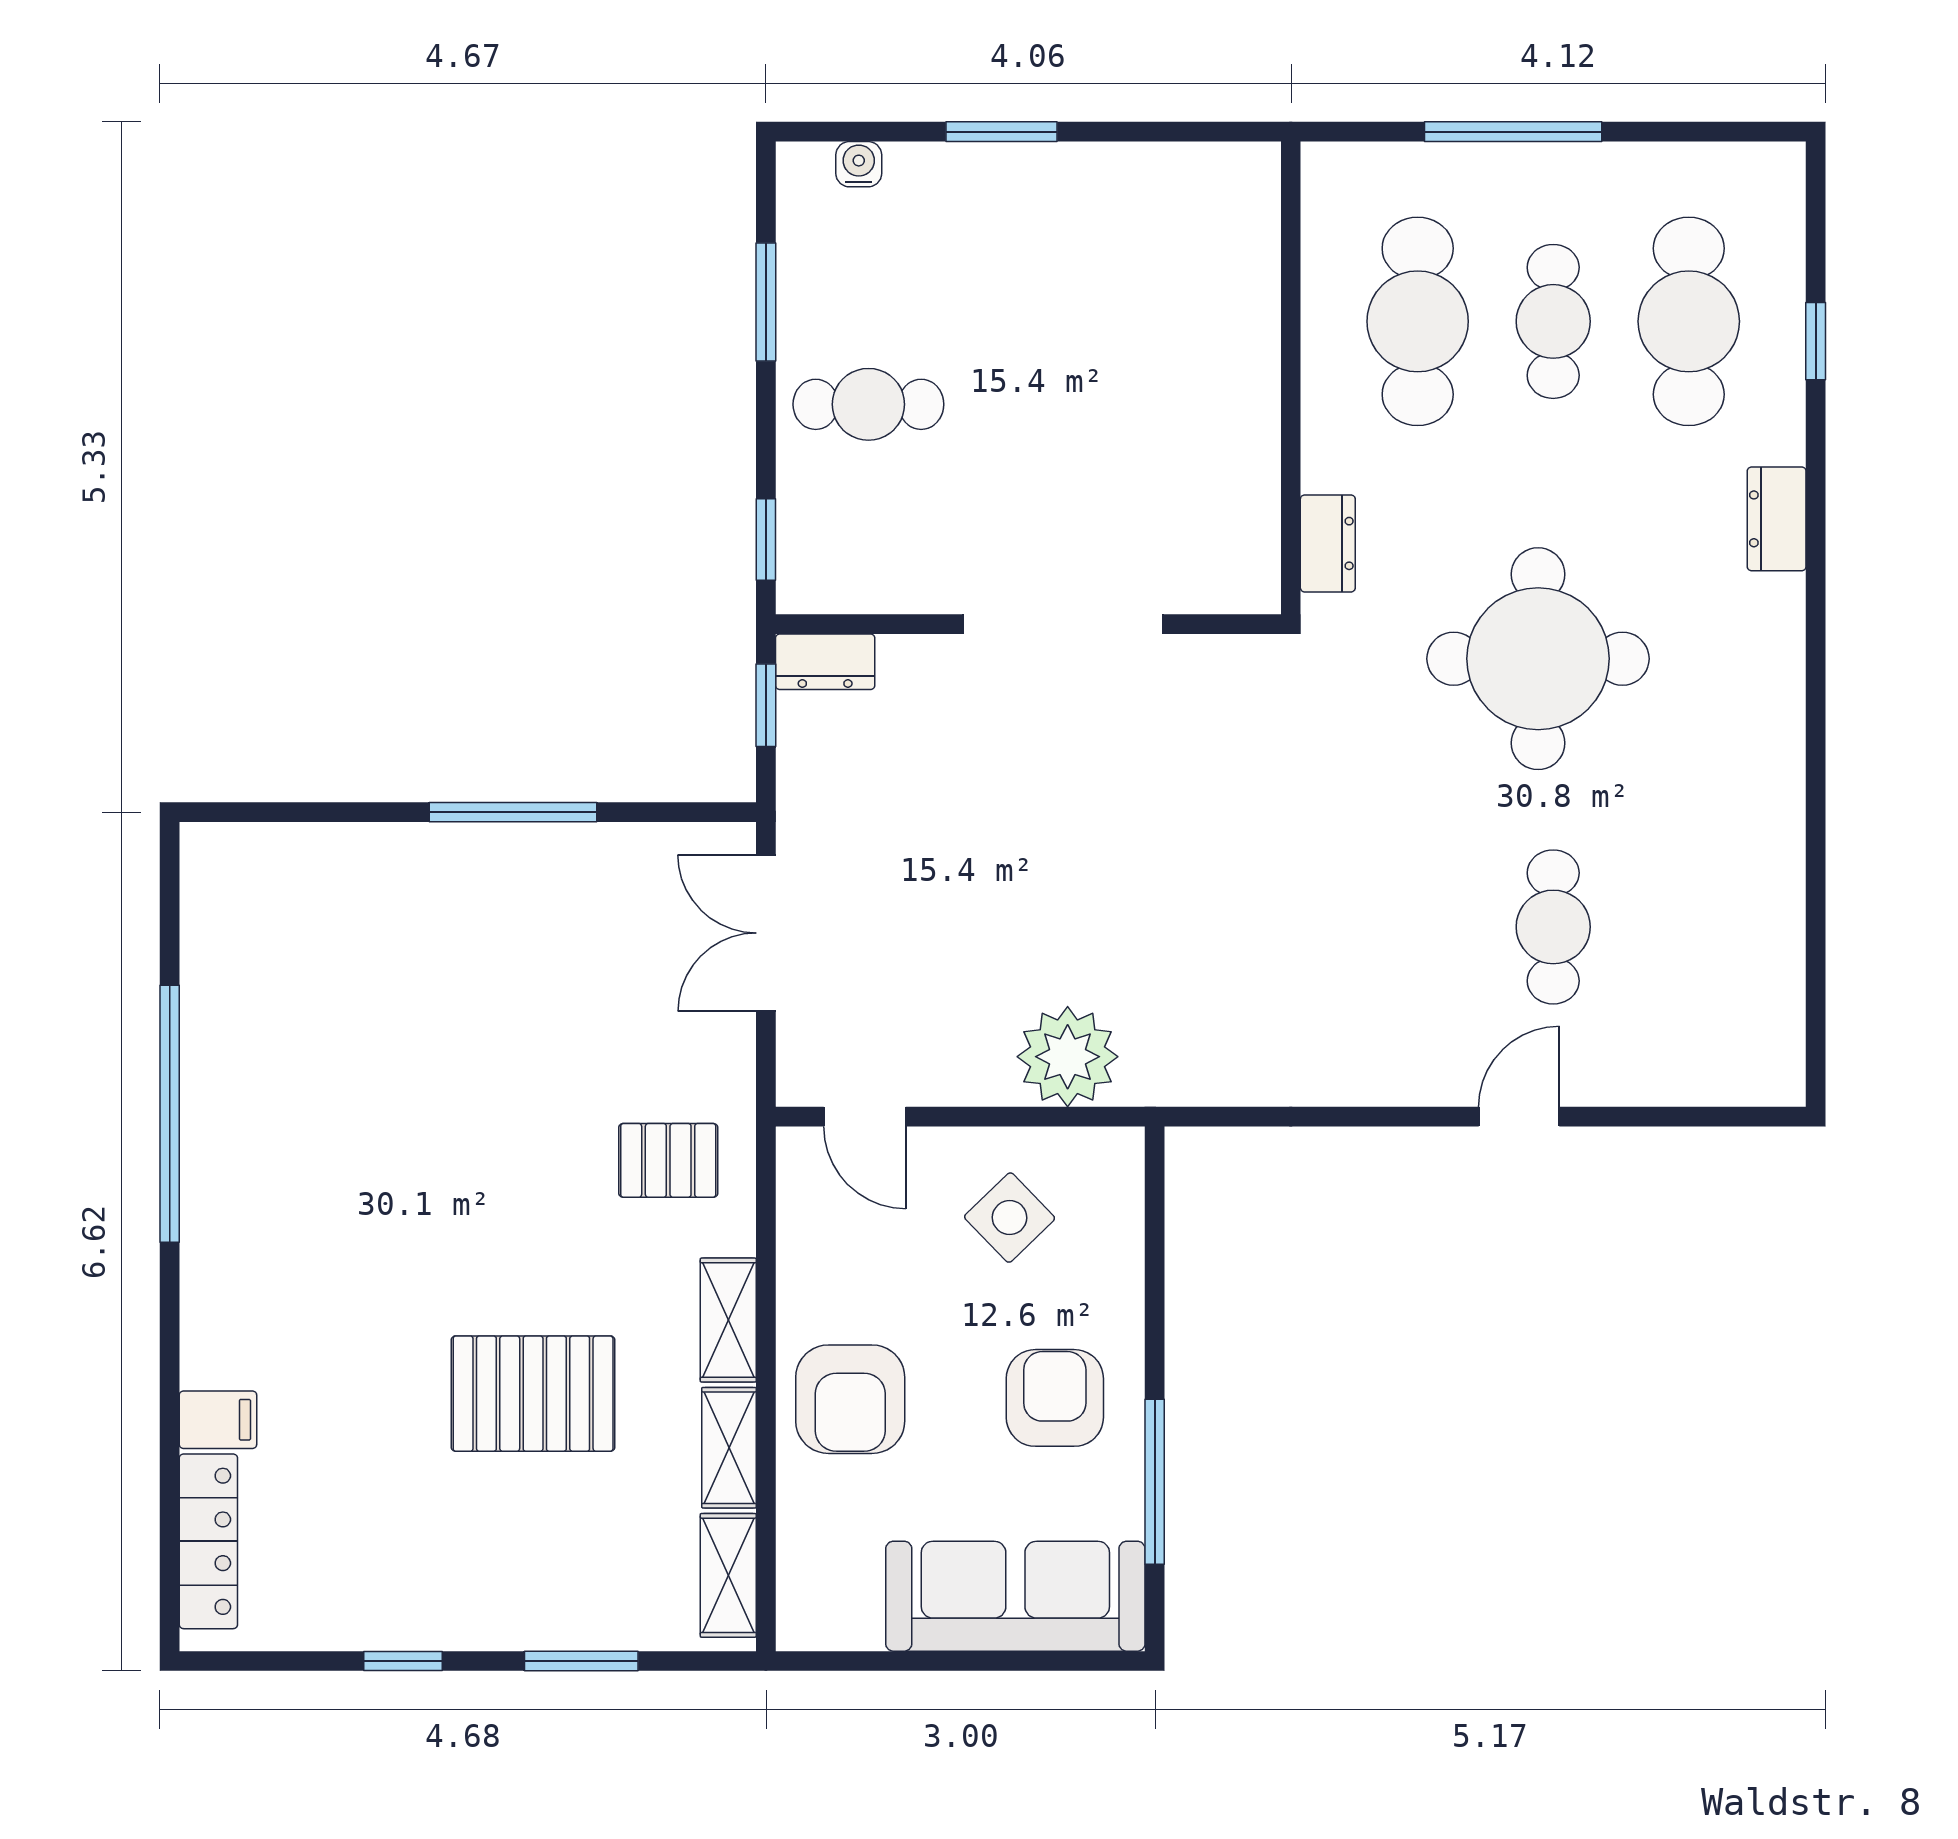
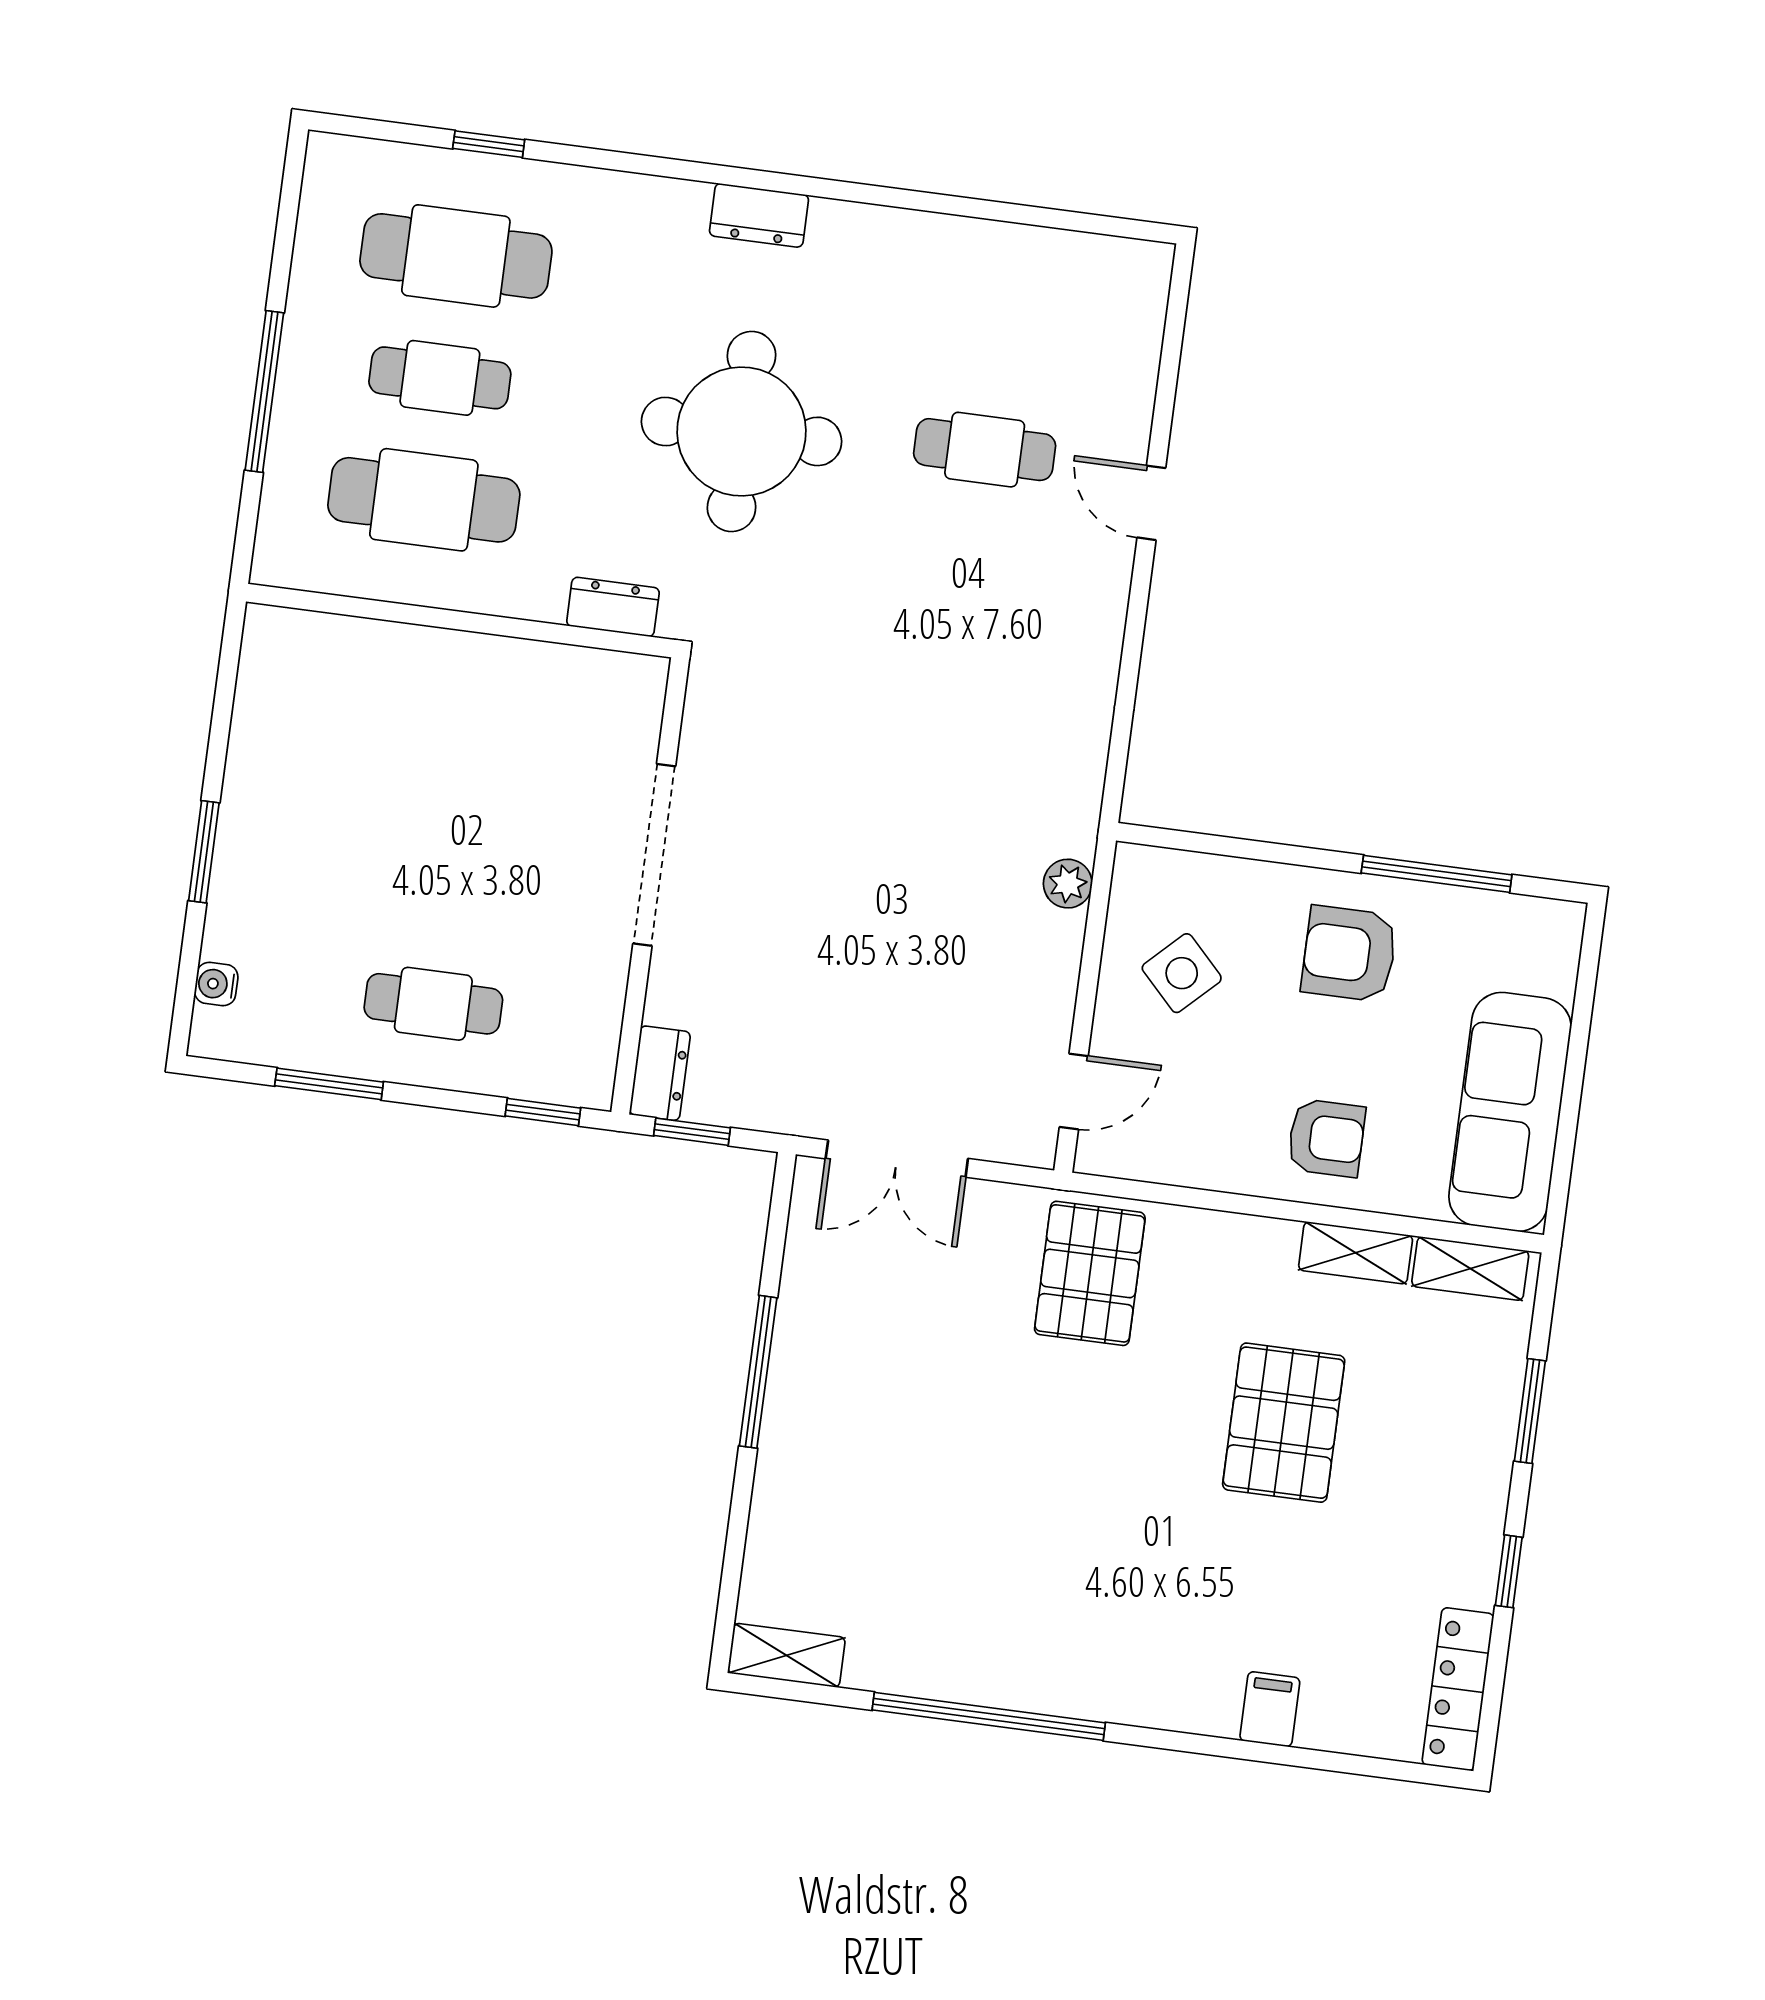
cafe table: (868, 404) -> (433, 1004), turned 90
dresser: (1777, 519) -> (759, 215), moved
plant: (1068, 1057) -> (1068, 884), width x0.53, depth x0.53
pallet: (668, 1160) -> (1090, 1273), width x1.50, depth x1.42
shelving: (728, 1320) -> (787, 1655), moved
armchair: (850, 1399) -> (1326, 1138), width x0.72, depth x0.72
locker: (208, 1541) -> (1458, 1689), moved, turned -90
sofa: (1015, 1596) -> (1510, 1112), moved

